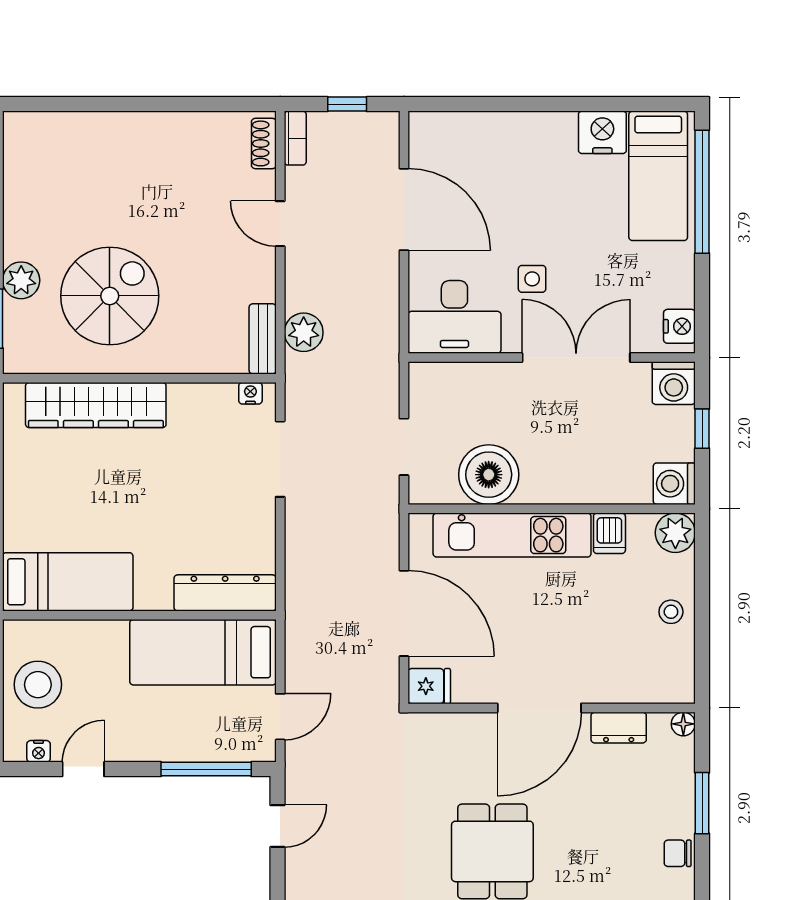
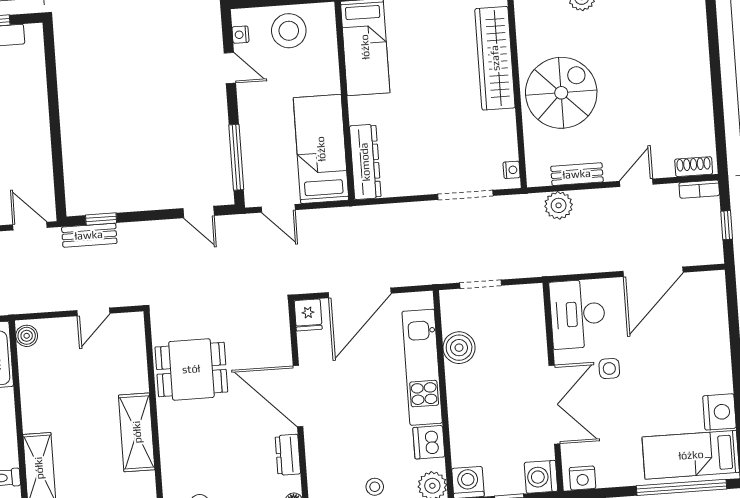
spiral stairs: (110, 296) -> (561, 93), moved, turned -90
bench: (263, 339) -> (577, 174), moved
boiler: (489, 475) -> (459, 348), width x0.73, depth x0.73
dishwasher: (609, 533) -> (429, 442), width x1.38

